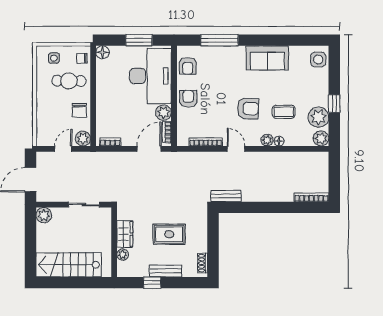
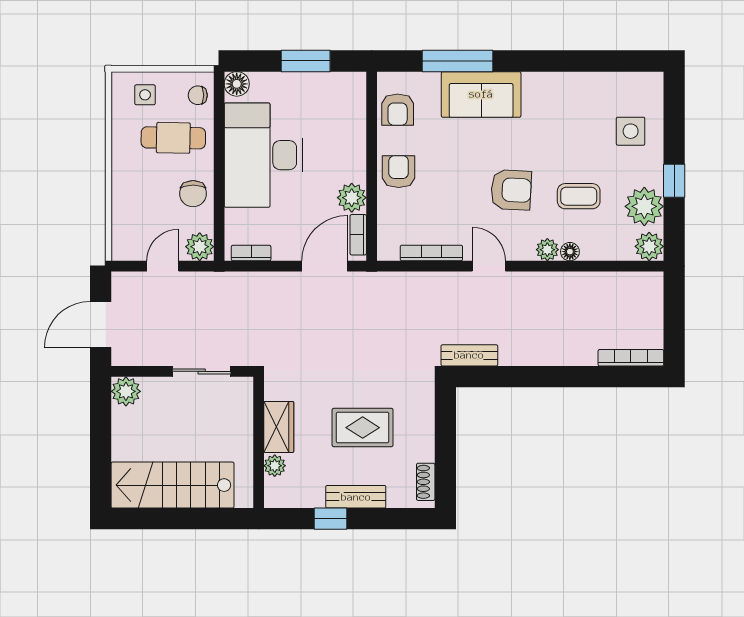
sofa: (267, 58) -> (481, 94), moved
side table: (318, 60) -> (631, 131), moved
desk: (150, 76) -> (264, 155), moved, turned 180

